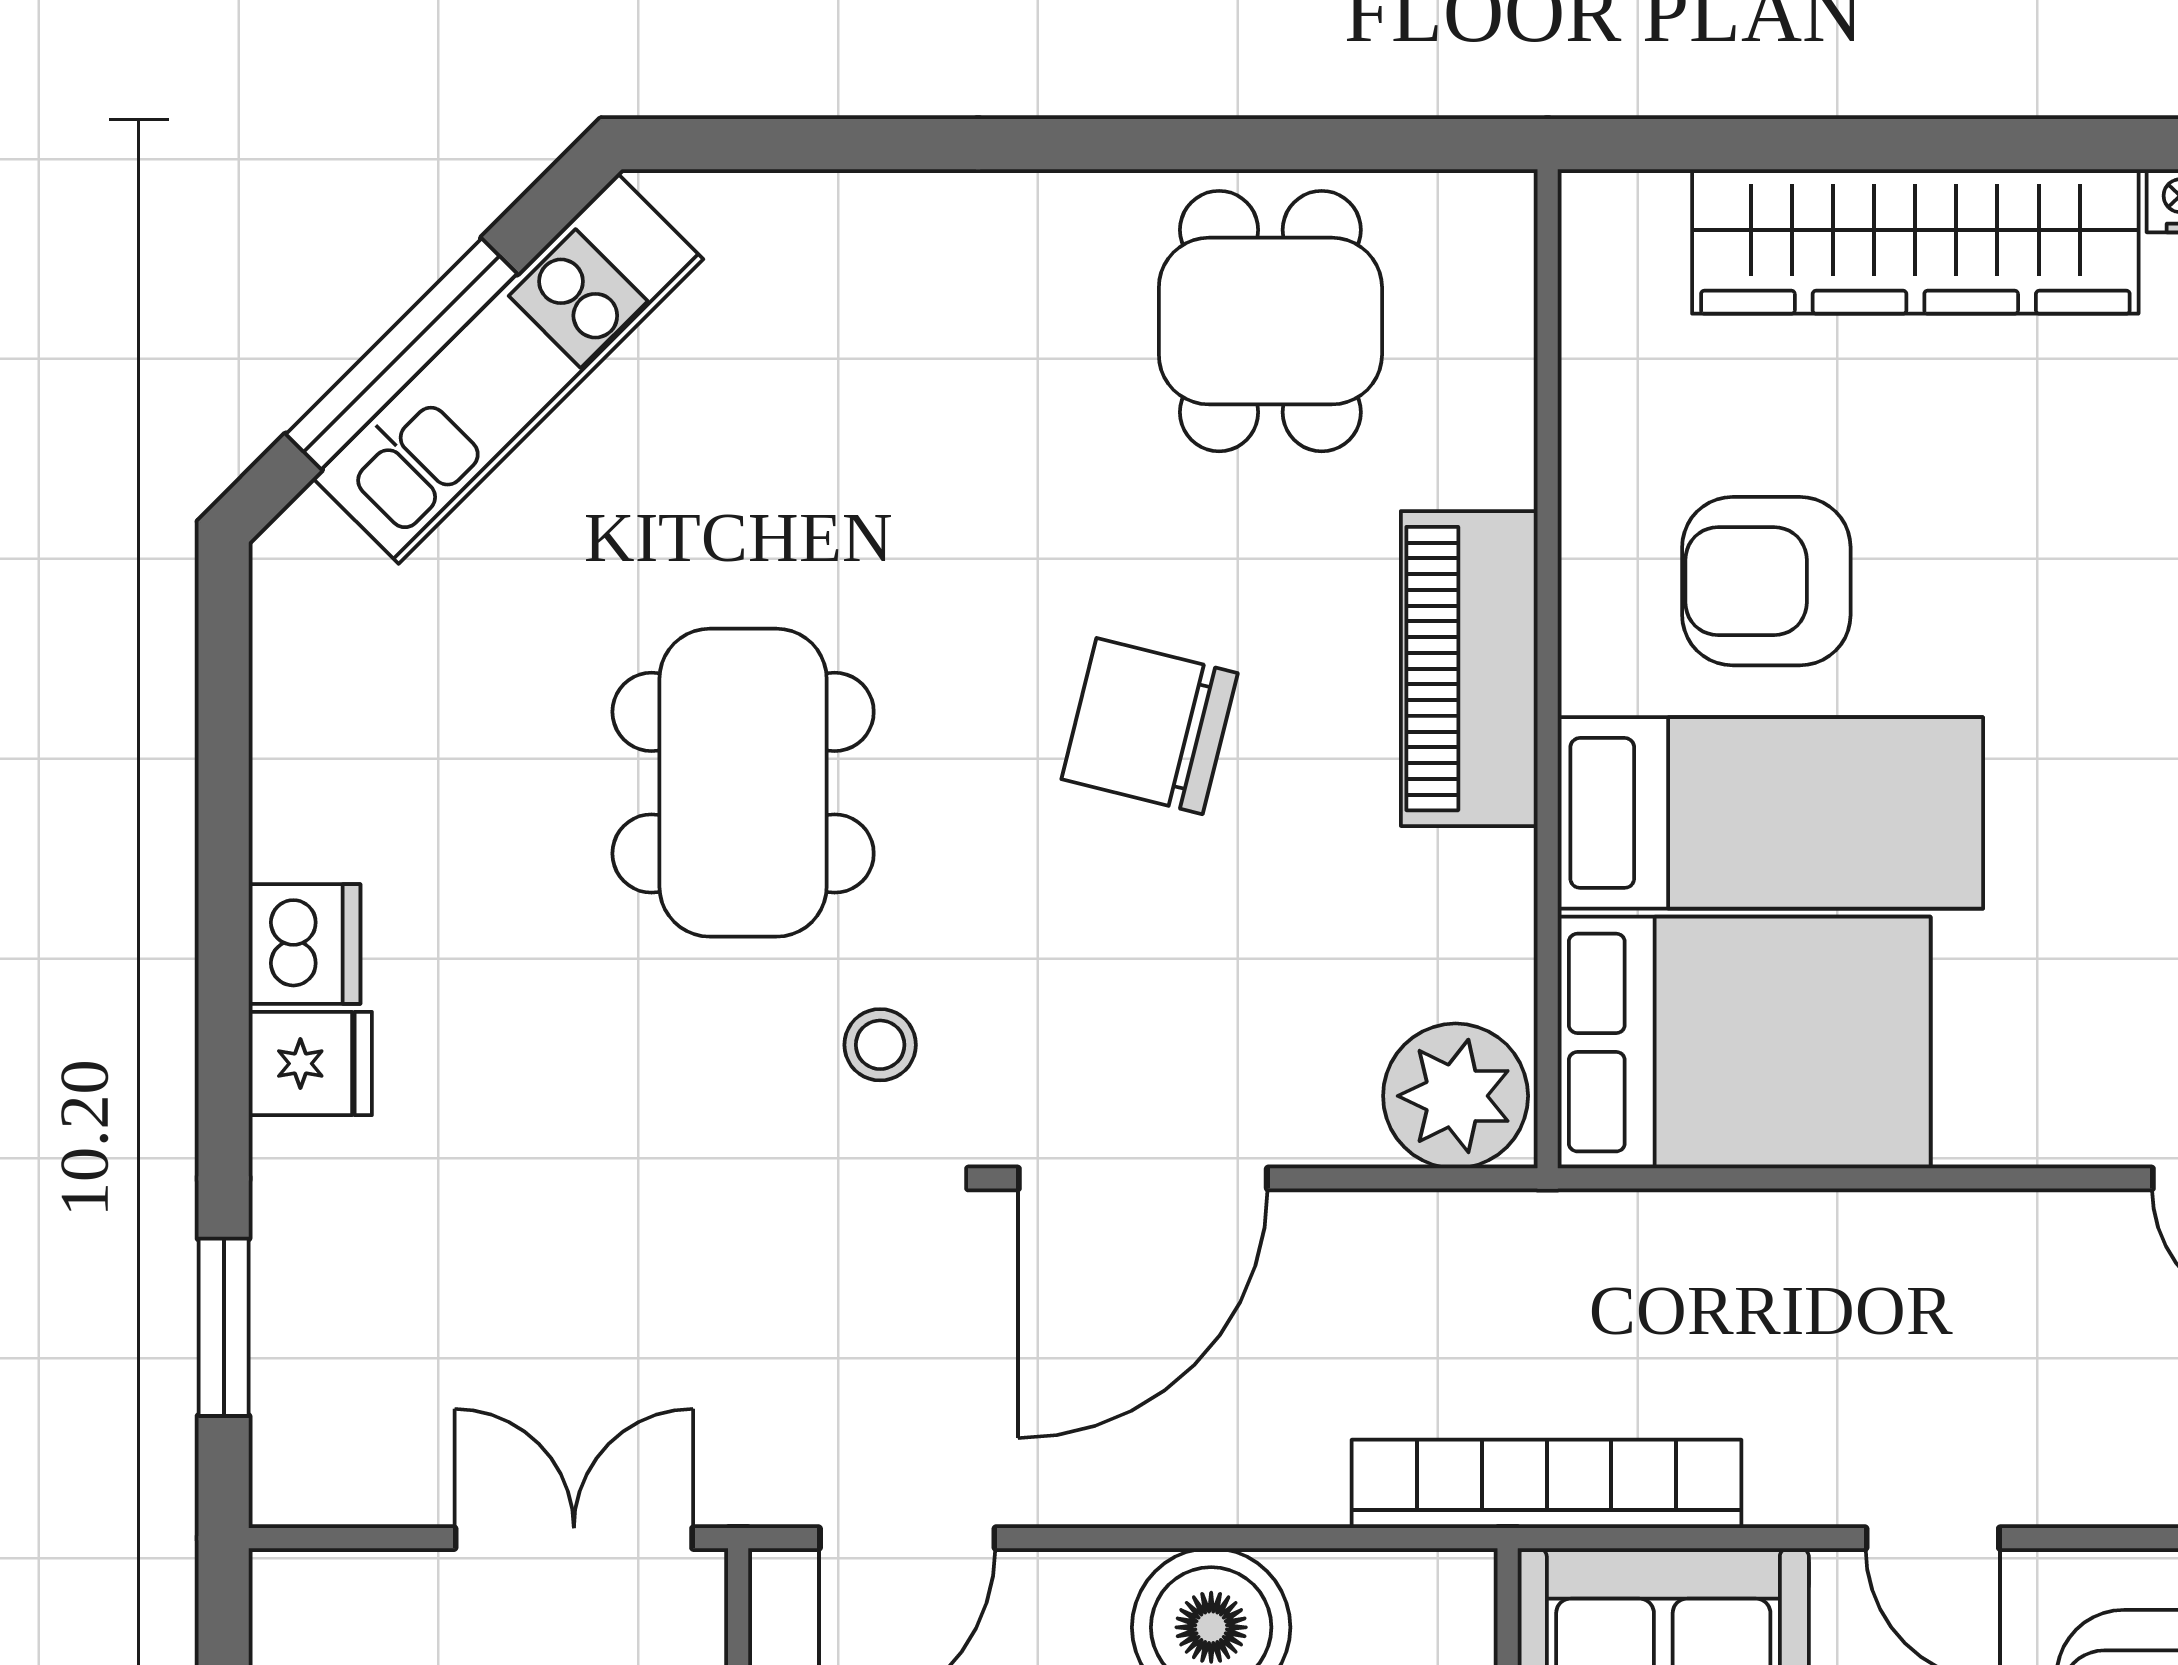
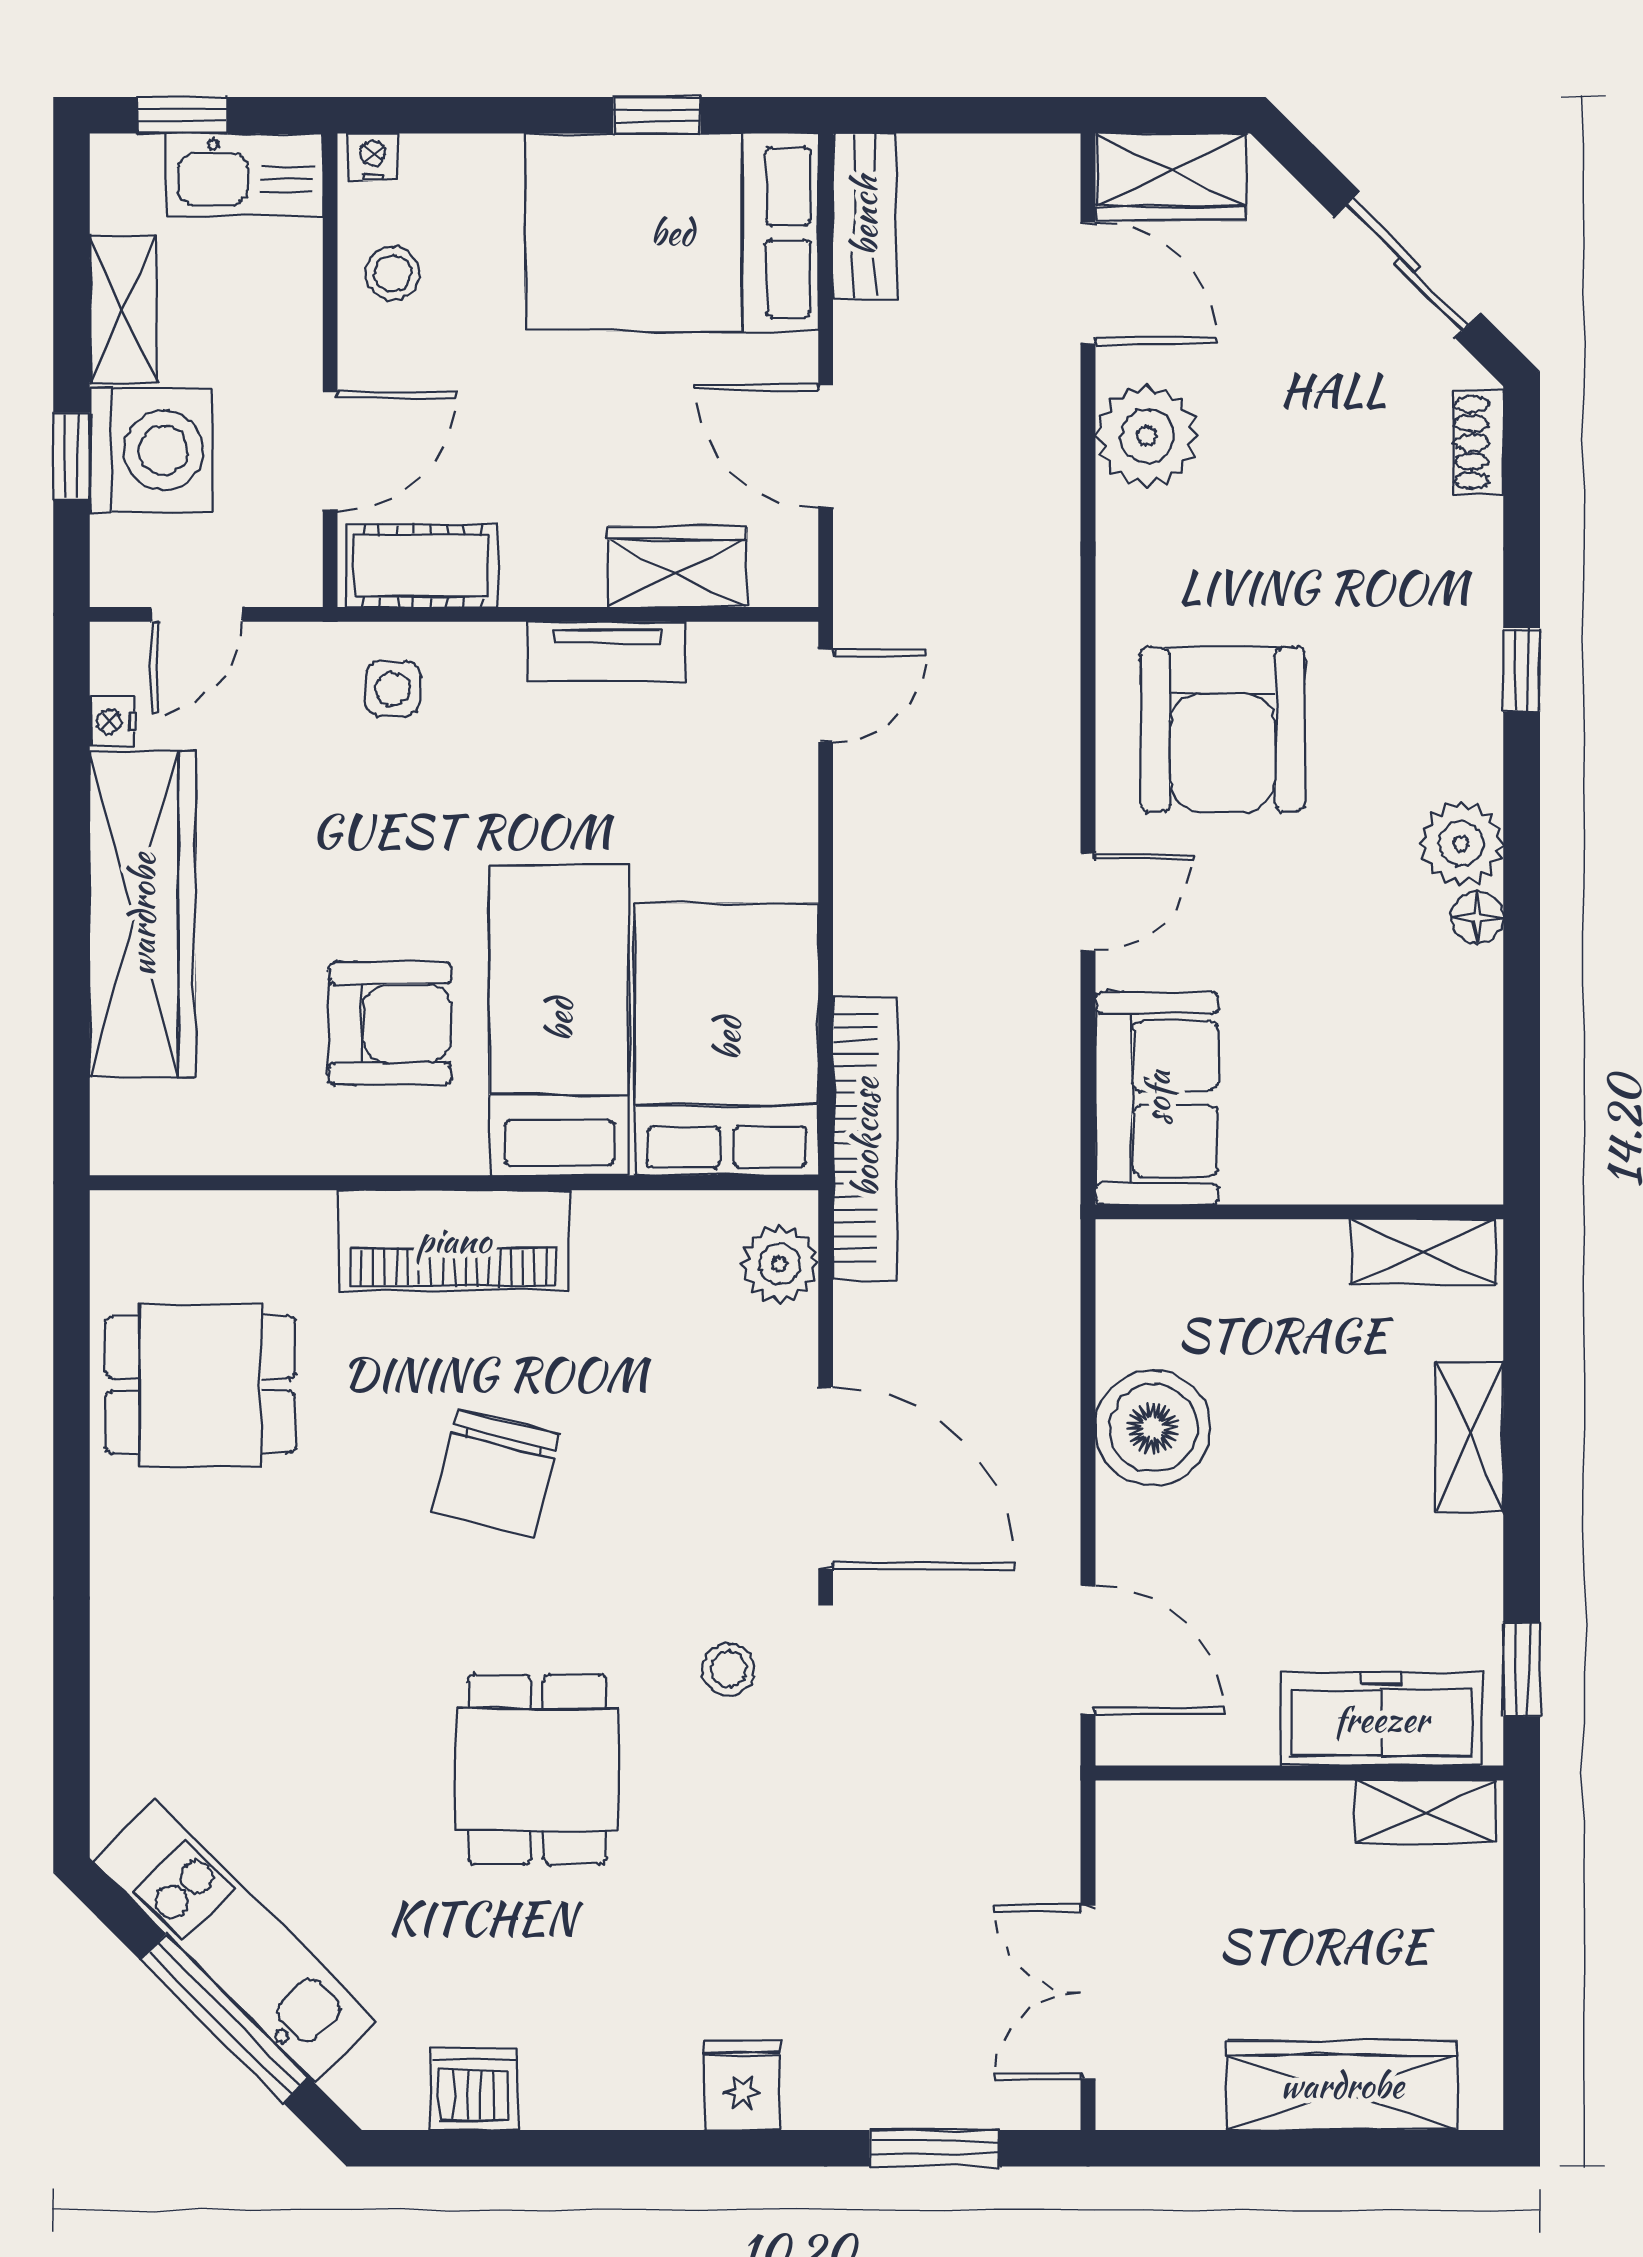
armchair: (1766, 581) -> (390, 1023), turned -90
dining table: (743, 783) -> (537, 1769), width x0.73
dishwasher: (305, 944) -> (474, 2089), moved
plant: (1456, 1096) -> (780, 1264), width x0.73, depth x0.73
bookcase: (1547, 1484) -> (865, 1138), moved, turned 180
double door: (574, 1538) -> (1088, 1993), moved

